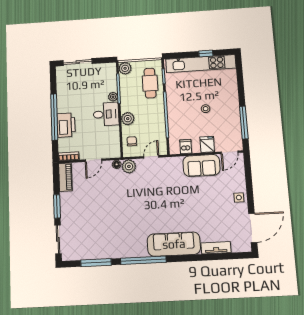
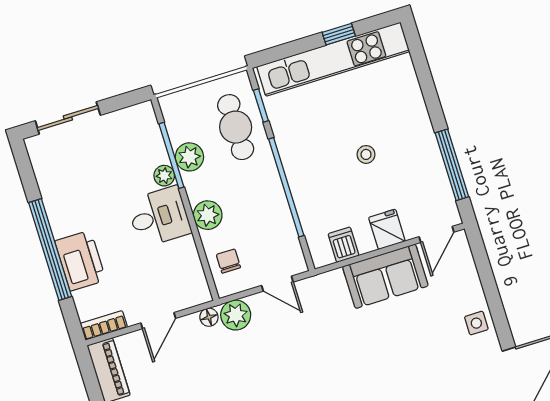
plant: (125, 68) -> (189, 157), moved
door: (151, 157) -> (277, 284), swing flipped

